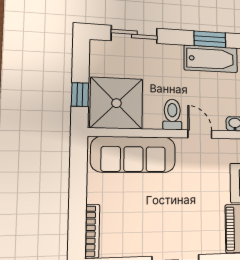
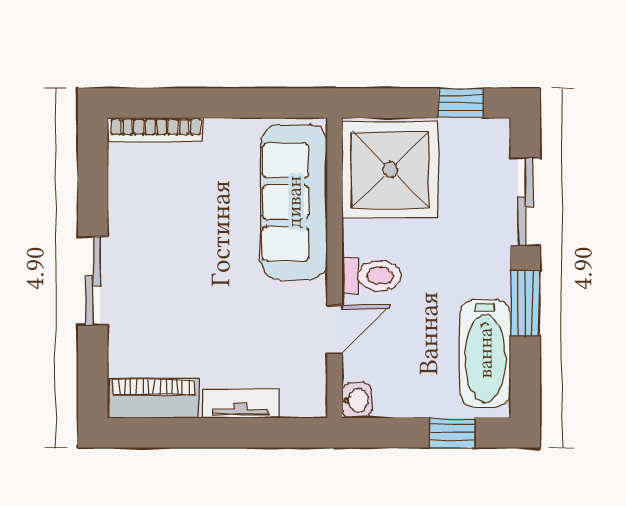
window: (210, 39) -> (525, 303), moved
window: (80, 95) -> (461, 103), moved

